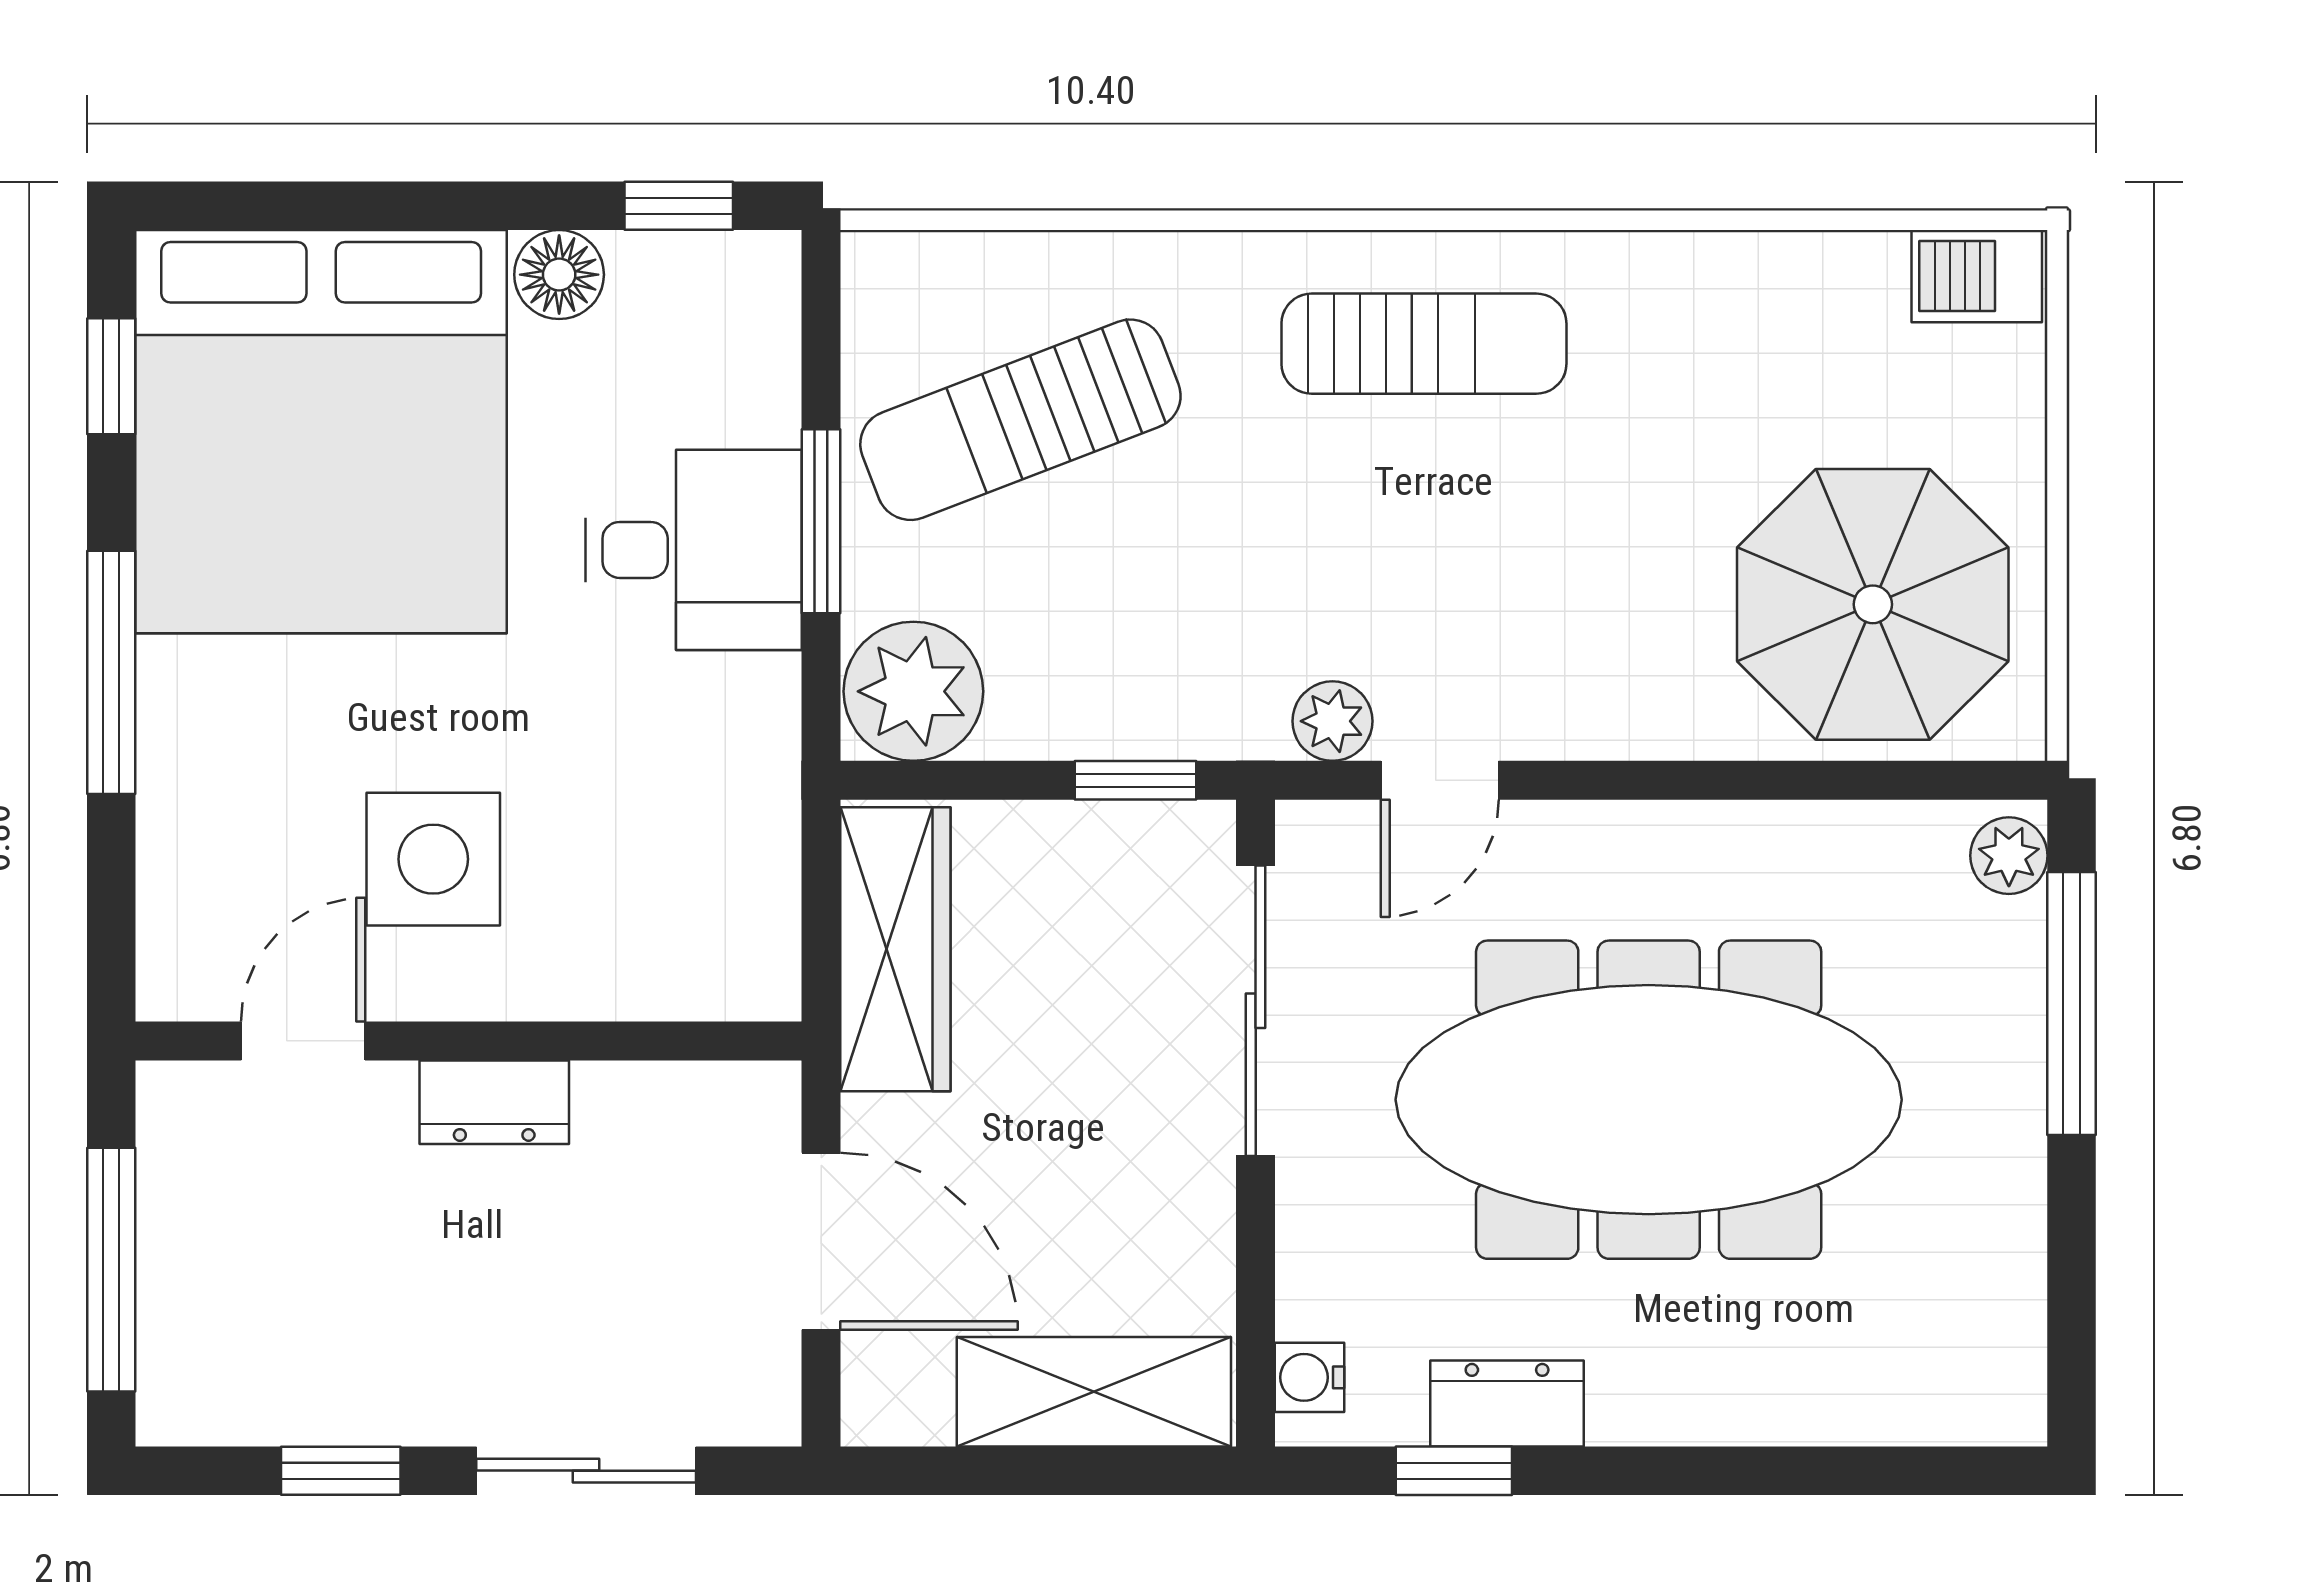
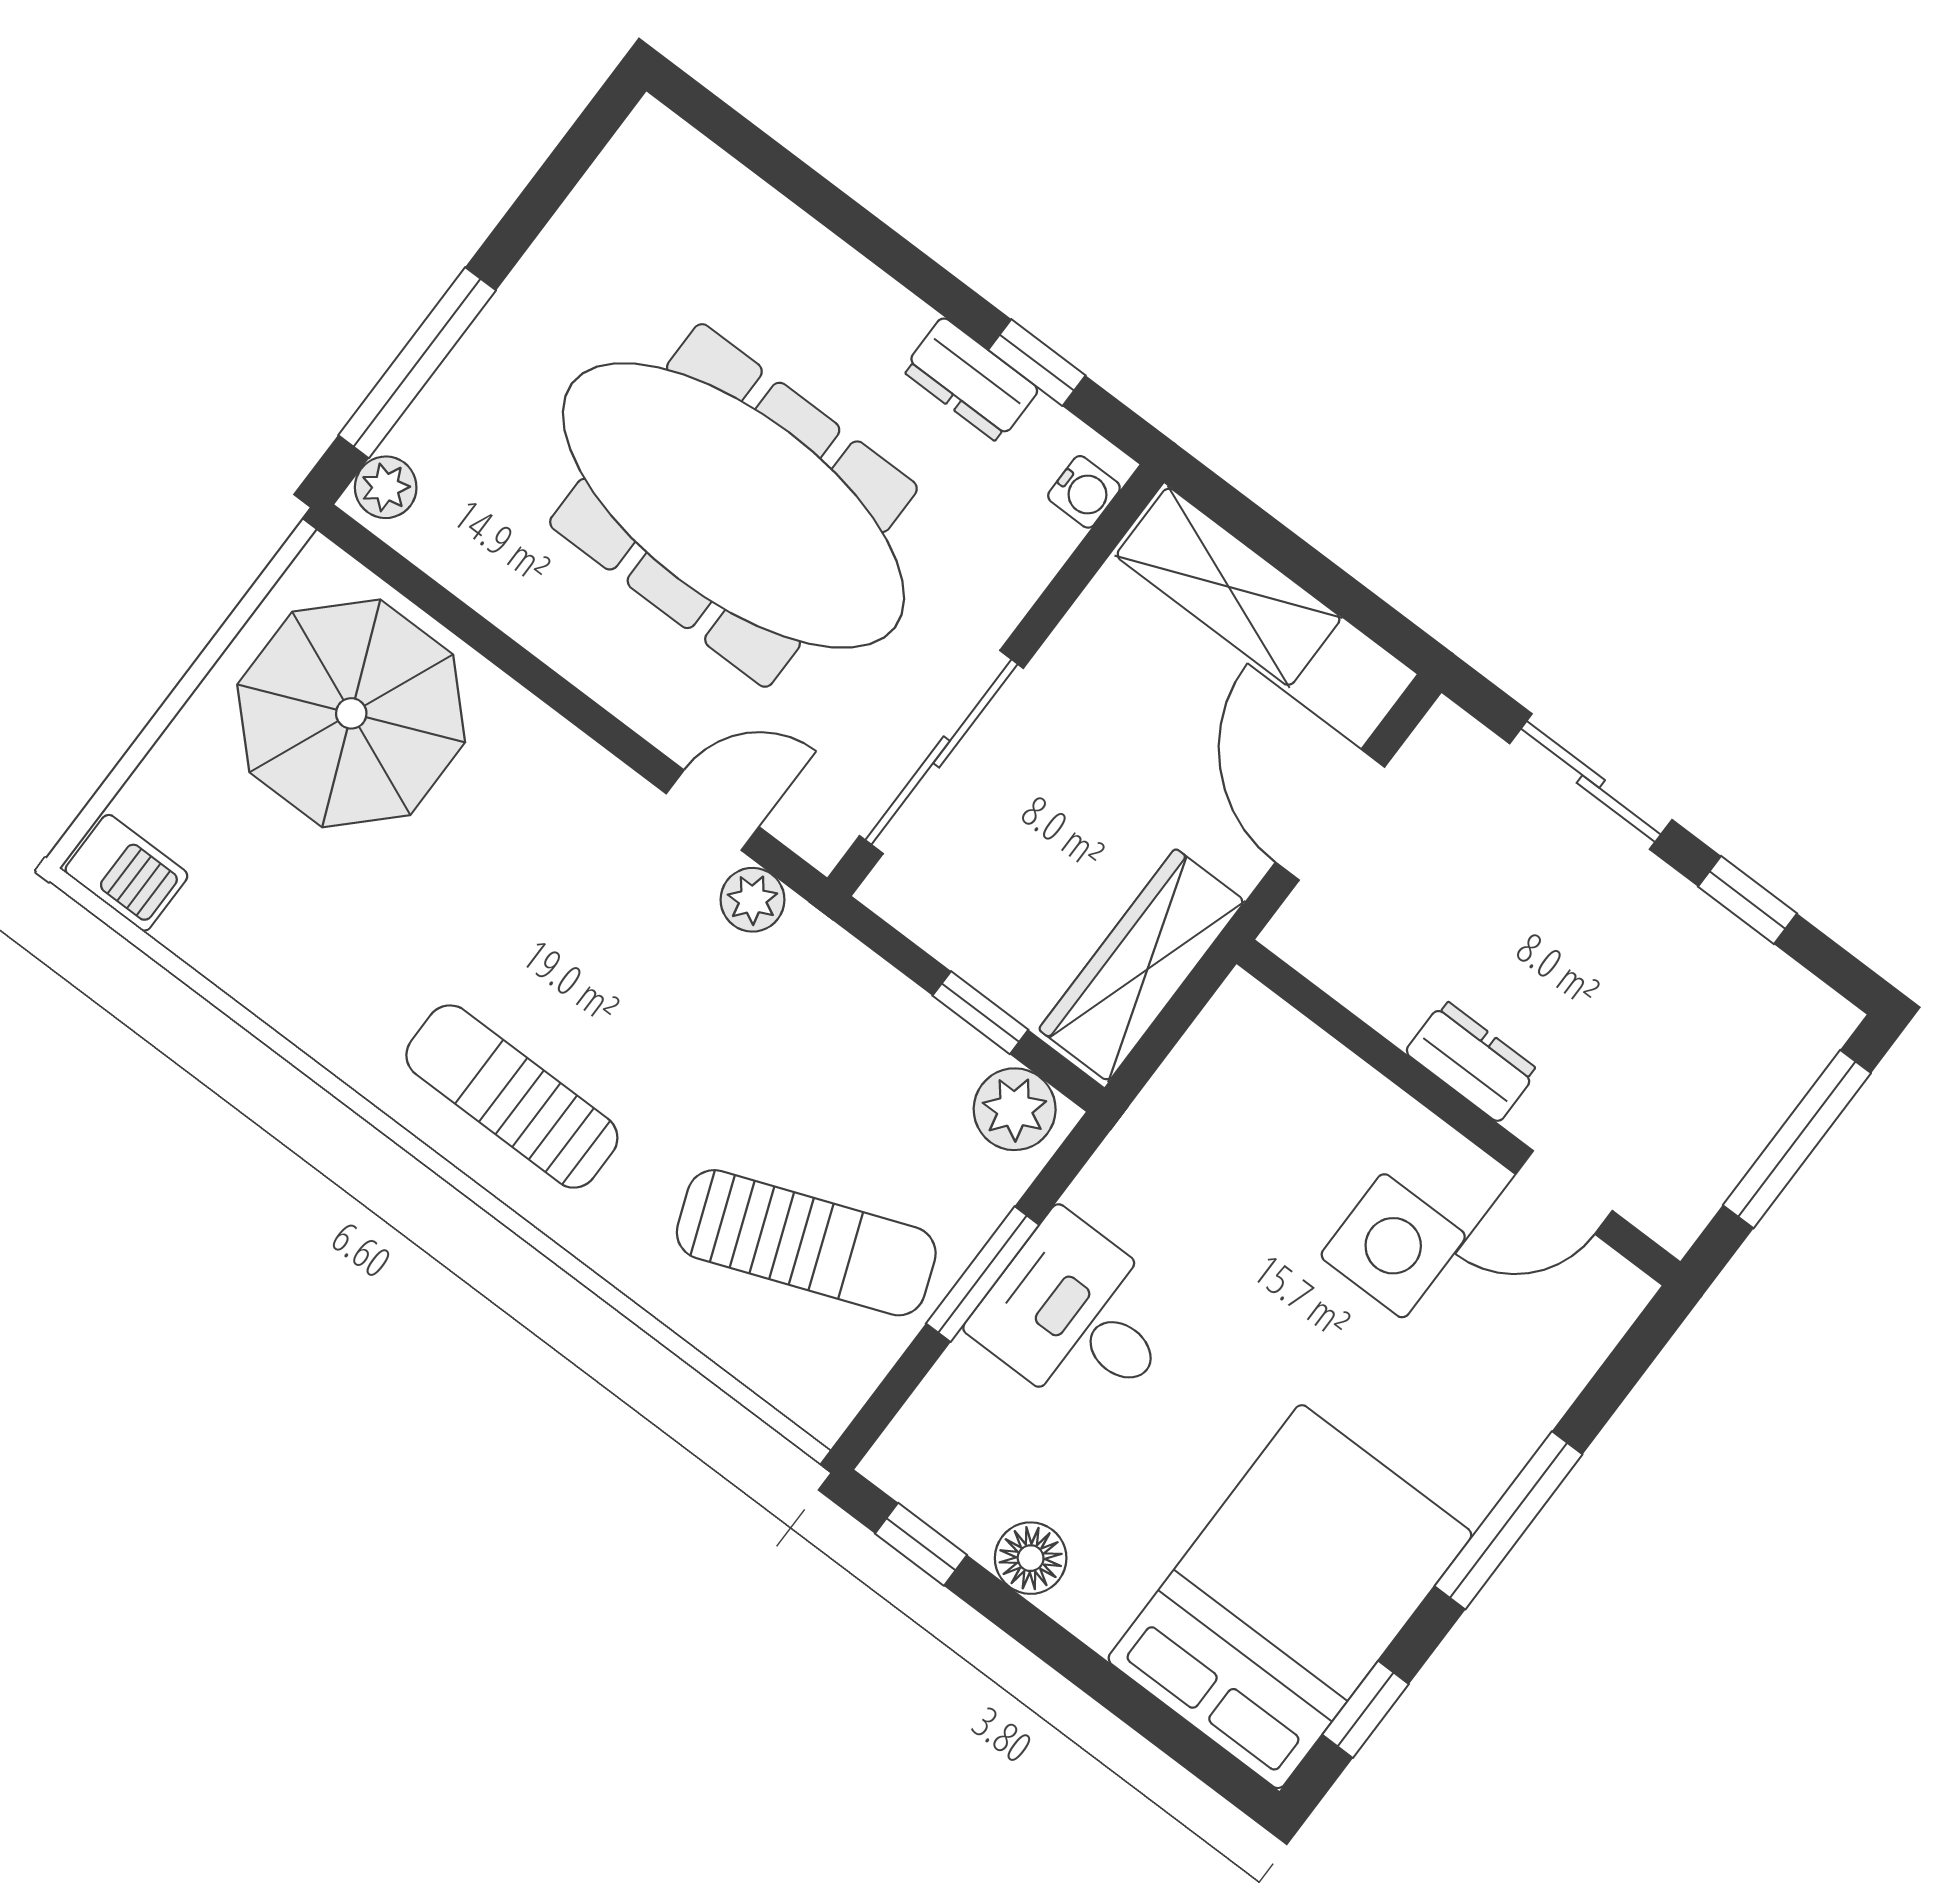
bed: (321, 432) -> (1290, 1597), width x0.73
plant: (913, 691) -> (1015, 1109), width x0.73, depth x0.73
window: (1135, 780) -> (980, 1013), moved

